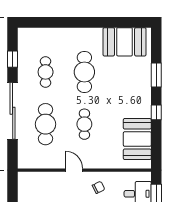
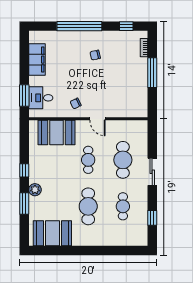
plant: (144, 91) -> (35, 190), added
sliding door: (13, 111) -> (152, 172), width x0.54
booth: (137, 139) -> (57, 133), moved, turned 90

